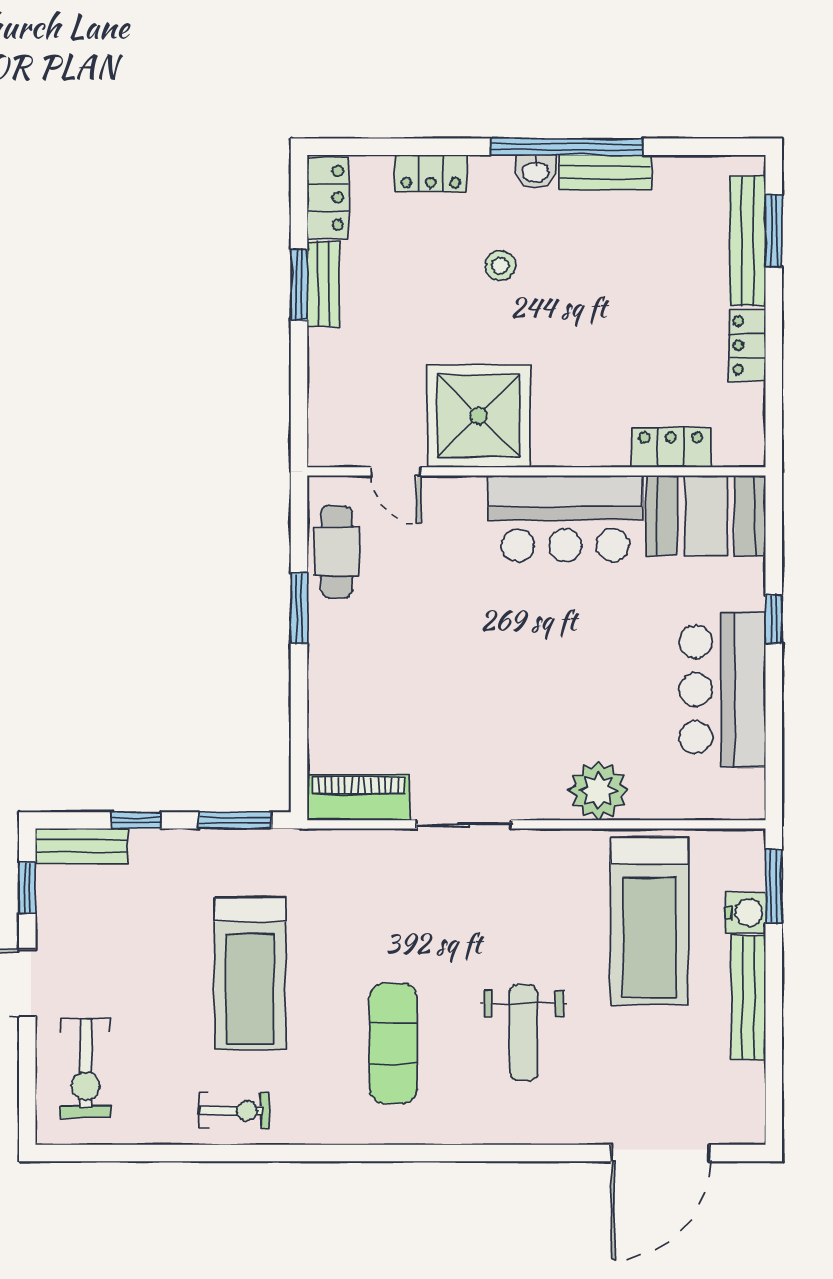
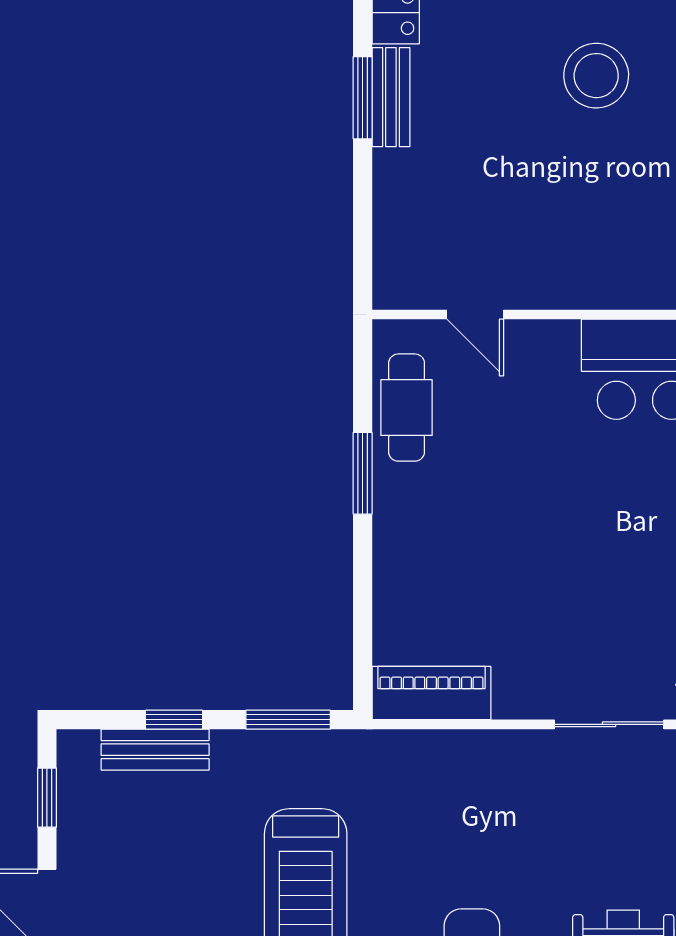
stool: (500, 266) -> (596, 76), width x1.89, depth x1.89
shower: (478, 416) -> (571, 250), removed
sliding door: (464, 824) -> (609, 724), moved
bench: (82, 846) -> (155, 750), moved

